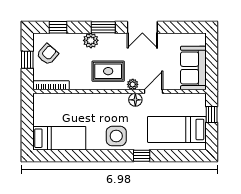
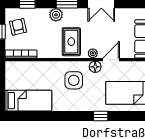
armchair: (48, 54) -> (18, 27), turned -54
rug: (108, 71) -> (71, 42), turned 90
side table: (116, 136) -> (74, 80), moved

